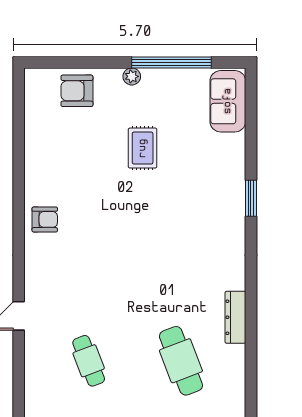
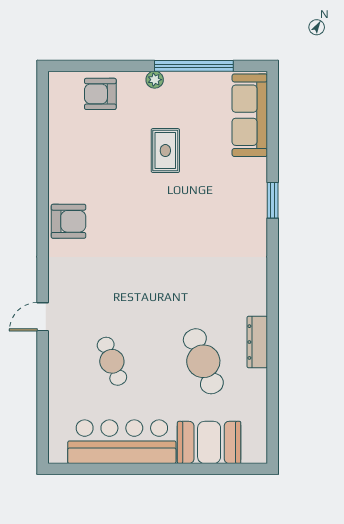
sofa: (228, 101) -> (250, 115), width x1.36
armchair: (45, 219) -> (68, 221), width x1.38, depth x1.38
dresser: (235, 317) -> (257, 342), moved

